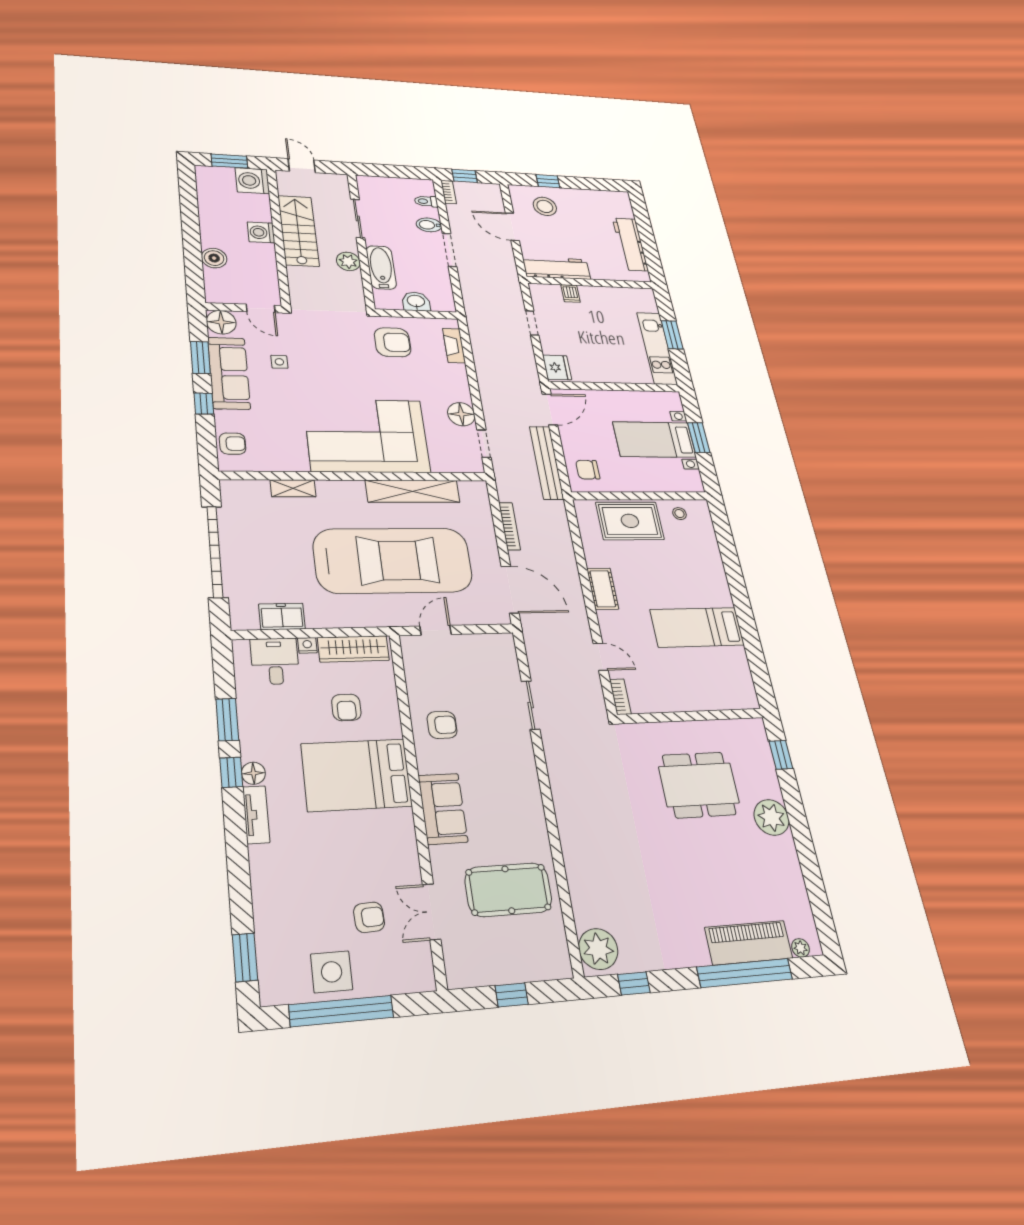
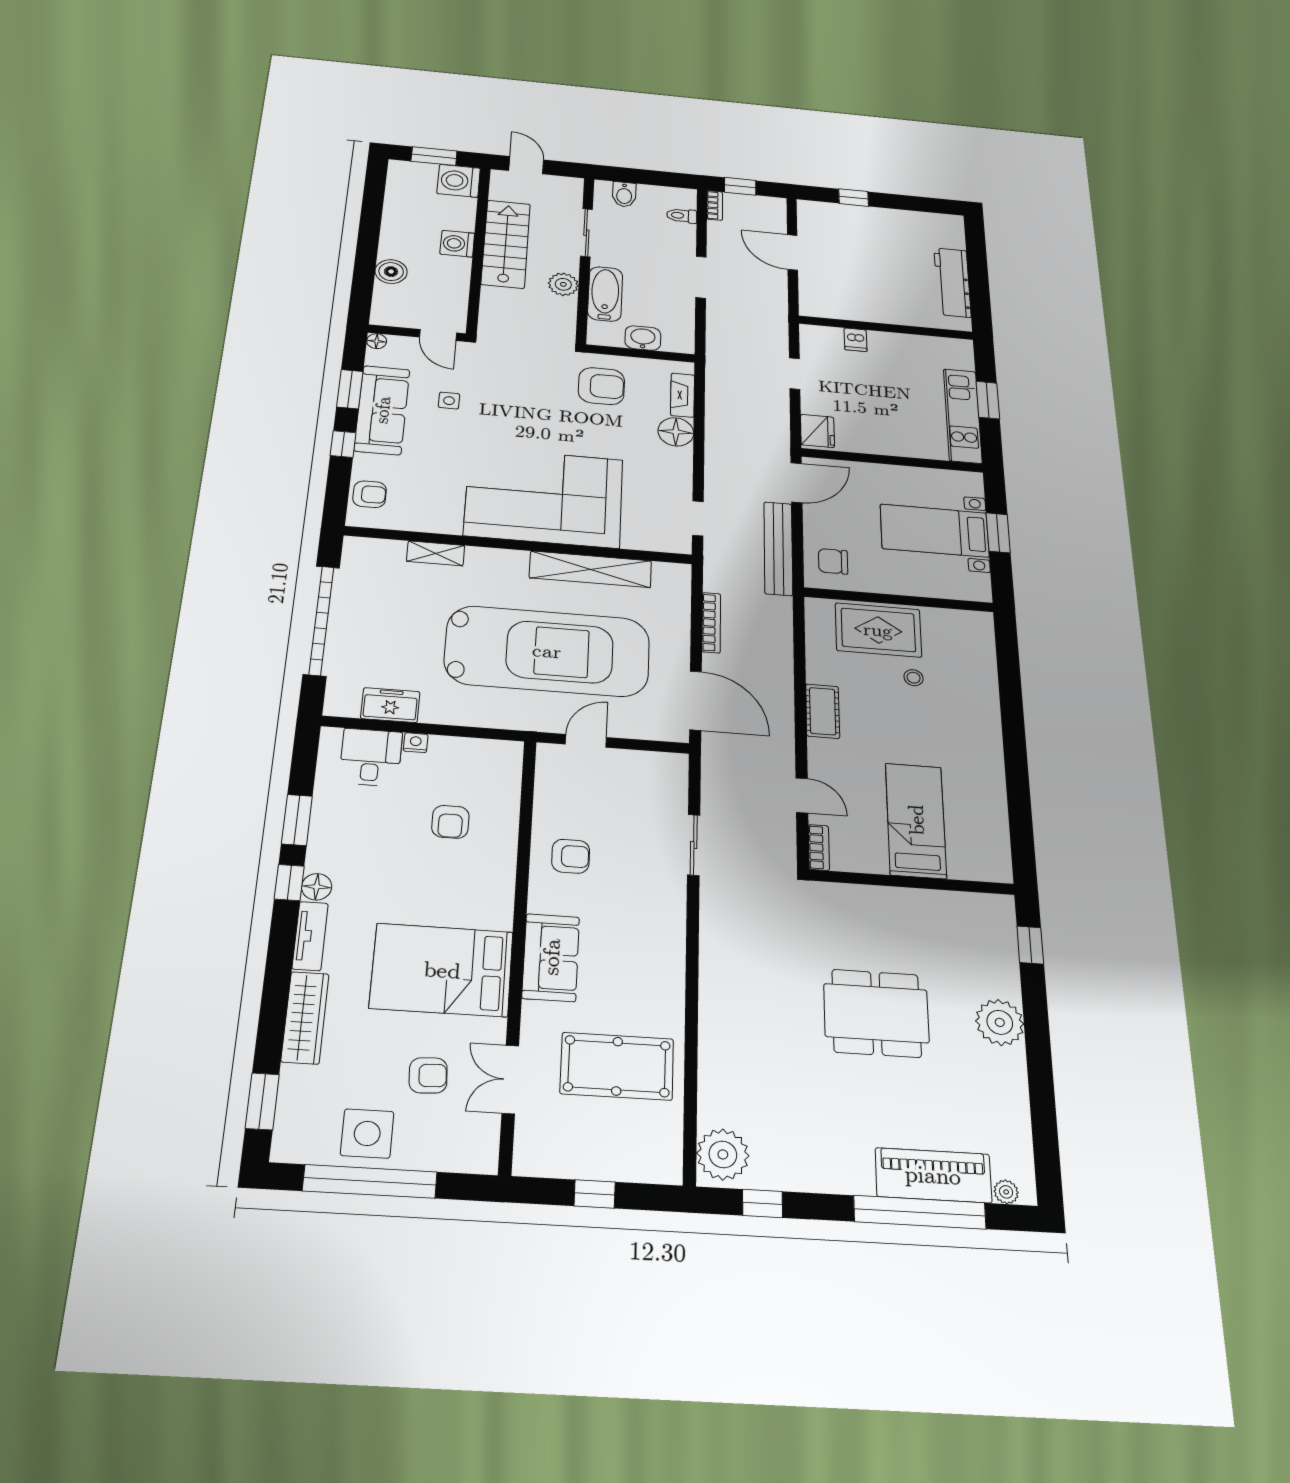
stool: (545, 206) -> (843, 229), removed
bidet: (429, 225) -> (624, 194), moved, turned -90
workbench: (557, 268) -> (843, 307), removed
floor lamp: (221, 322) -> (377, 341), width x0.53, depth x0.53
floor lamp: (461, 414) -> (676, 432), moved
stool: (679, 514) -> (914, 678), moved
bed: (697, 627) -> (916, 820), moved, turned 90
wardrobe: (353, 649) -> (305, 1018), moved, turned -90
bed: (357, 775) -> (442, 970), moved
dining table: (699, 785) -> (876, 1013), moved

